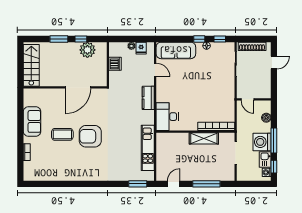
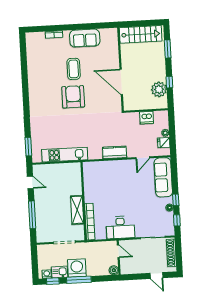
window: (59, 39) -> (168, 49), moved
door: (247, 99) -> (118, 251), swing flipped
desk: (167, 117) -> (120, 227), moved, turned 180
boiler: (266, 118) -> (114, 270), moved

